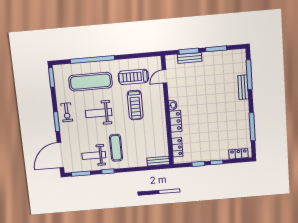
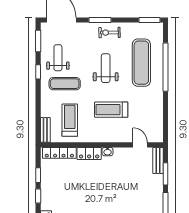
bench: (190, 58) -> (158, 160), moved
treadmill: (133, 77) -> (70, 120), moved
locker: (177, 147) -> (59, 153), width x1.53

